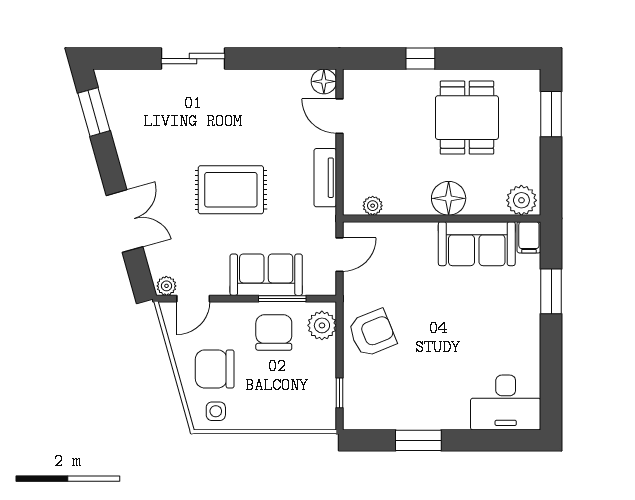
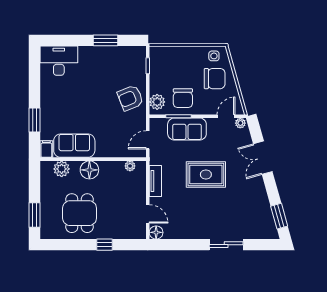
plant: (521, 200) -> (62, 169), moved

